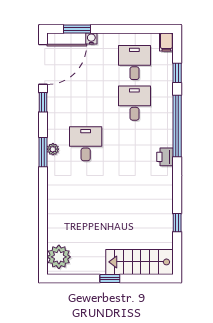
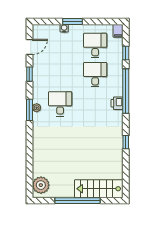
window: (77, 29) -> (73, 21), moved
door: (43, 64) -> (29, 47), width x0.53
printer: (165, 157) -> (117, 103), moved
window: (177, 223) -> (126, 142), moved
window: (110, 279) -> (77, 201), width x3.17

